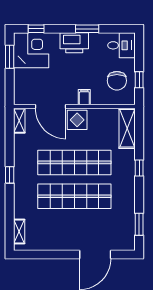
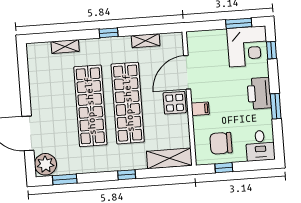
shelving: (19, 121) -> (146, 41), moved
shelving: (19, 232) -> (65, 47), moved
plant: (124, 241) -> (45, 164), added

